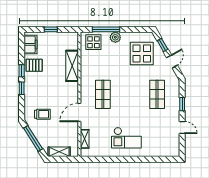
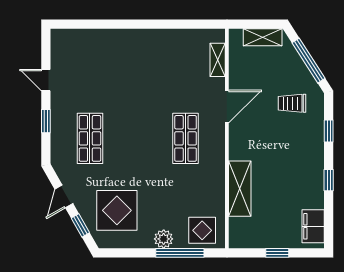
pallet: (34, 65) -> (307, 190), removed
window: (22, 88) -> (329, 131), moved
checkout: (126, 138) -> (144, 62), removed

